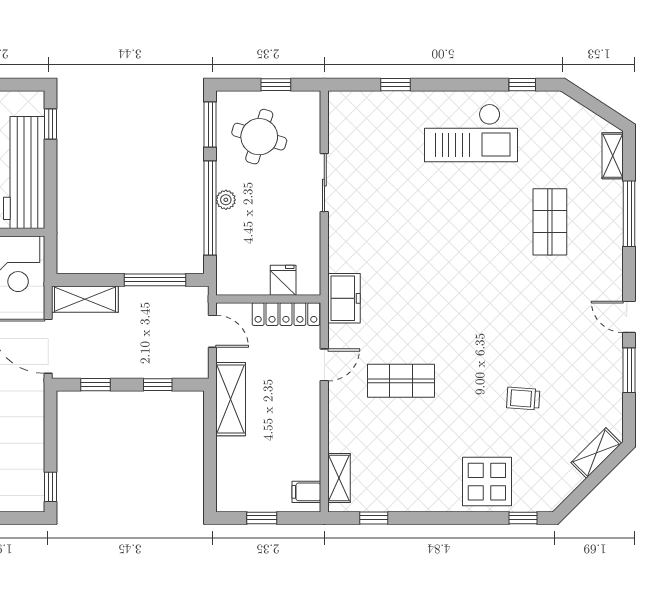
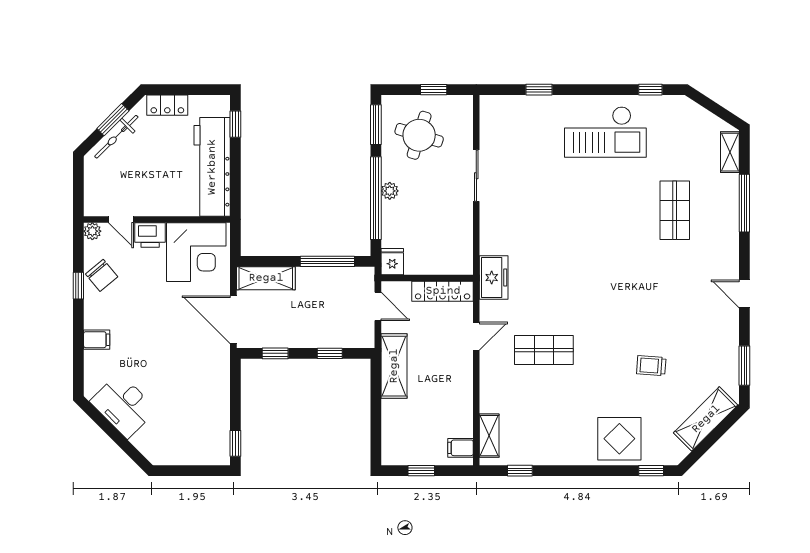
fridge: (283, 280) -> (392, 262), moved
window: (629, 370) -> (744, 366), moved
shelving: (596, 453) -> (706, 419), width x1.50, depth x1.33

